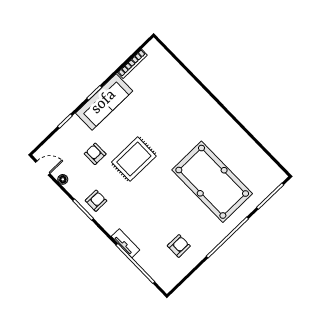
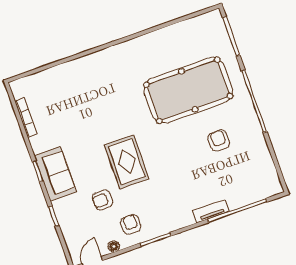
sofa: (104, 102) -> (55, 174), width x0.73
armchair: (96, 201) -> (131, 224), moved
armchair: (179, 246) -> (219, 140), moved

